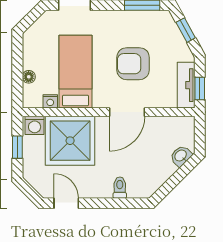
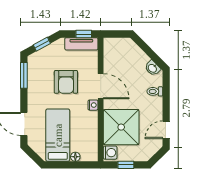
bed: (75, 72) -> (58, 135), moved, turned 90
nightstand: (50, 101) -> (93, 105), moved
washbasin: (181, 156) -> (153, 68), moved

